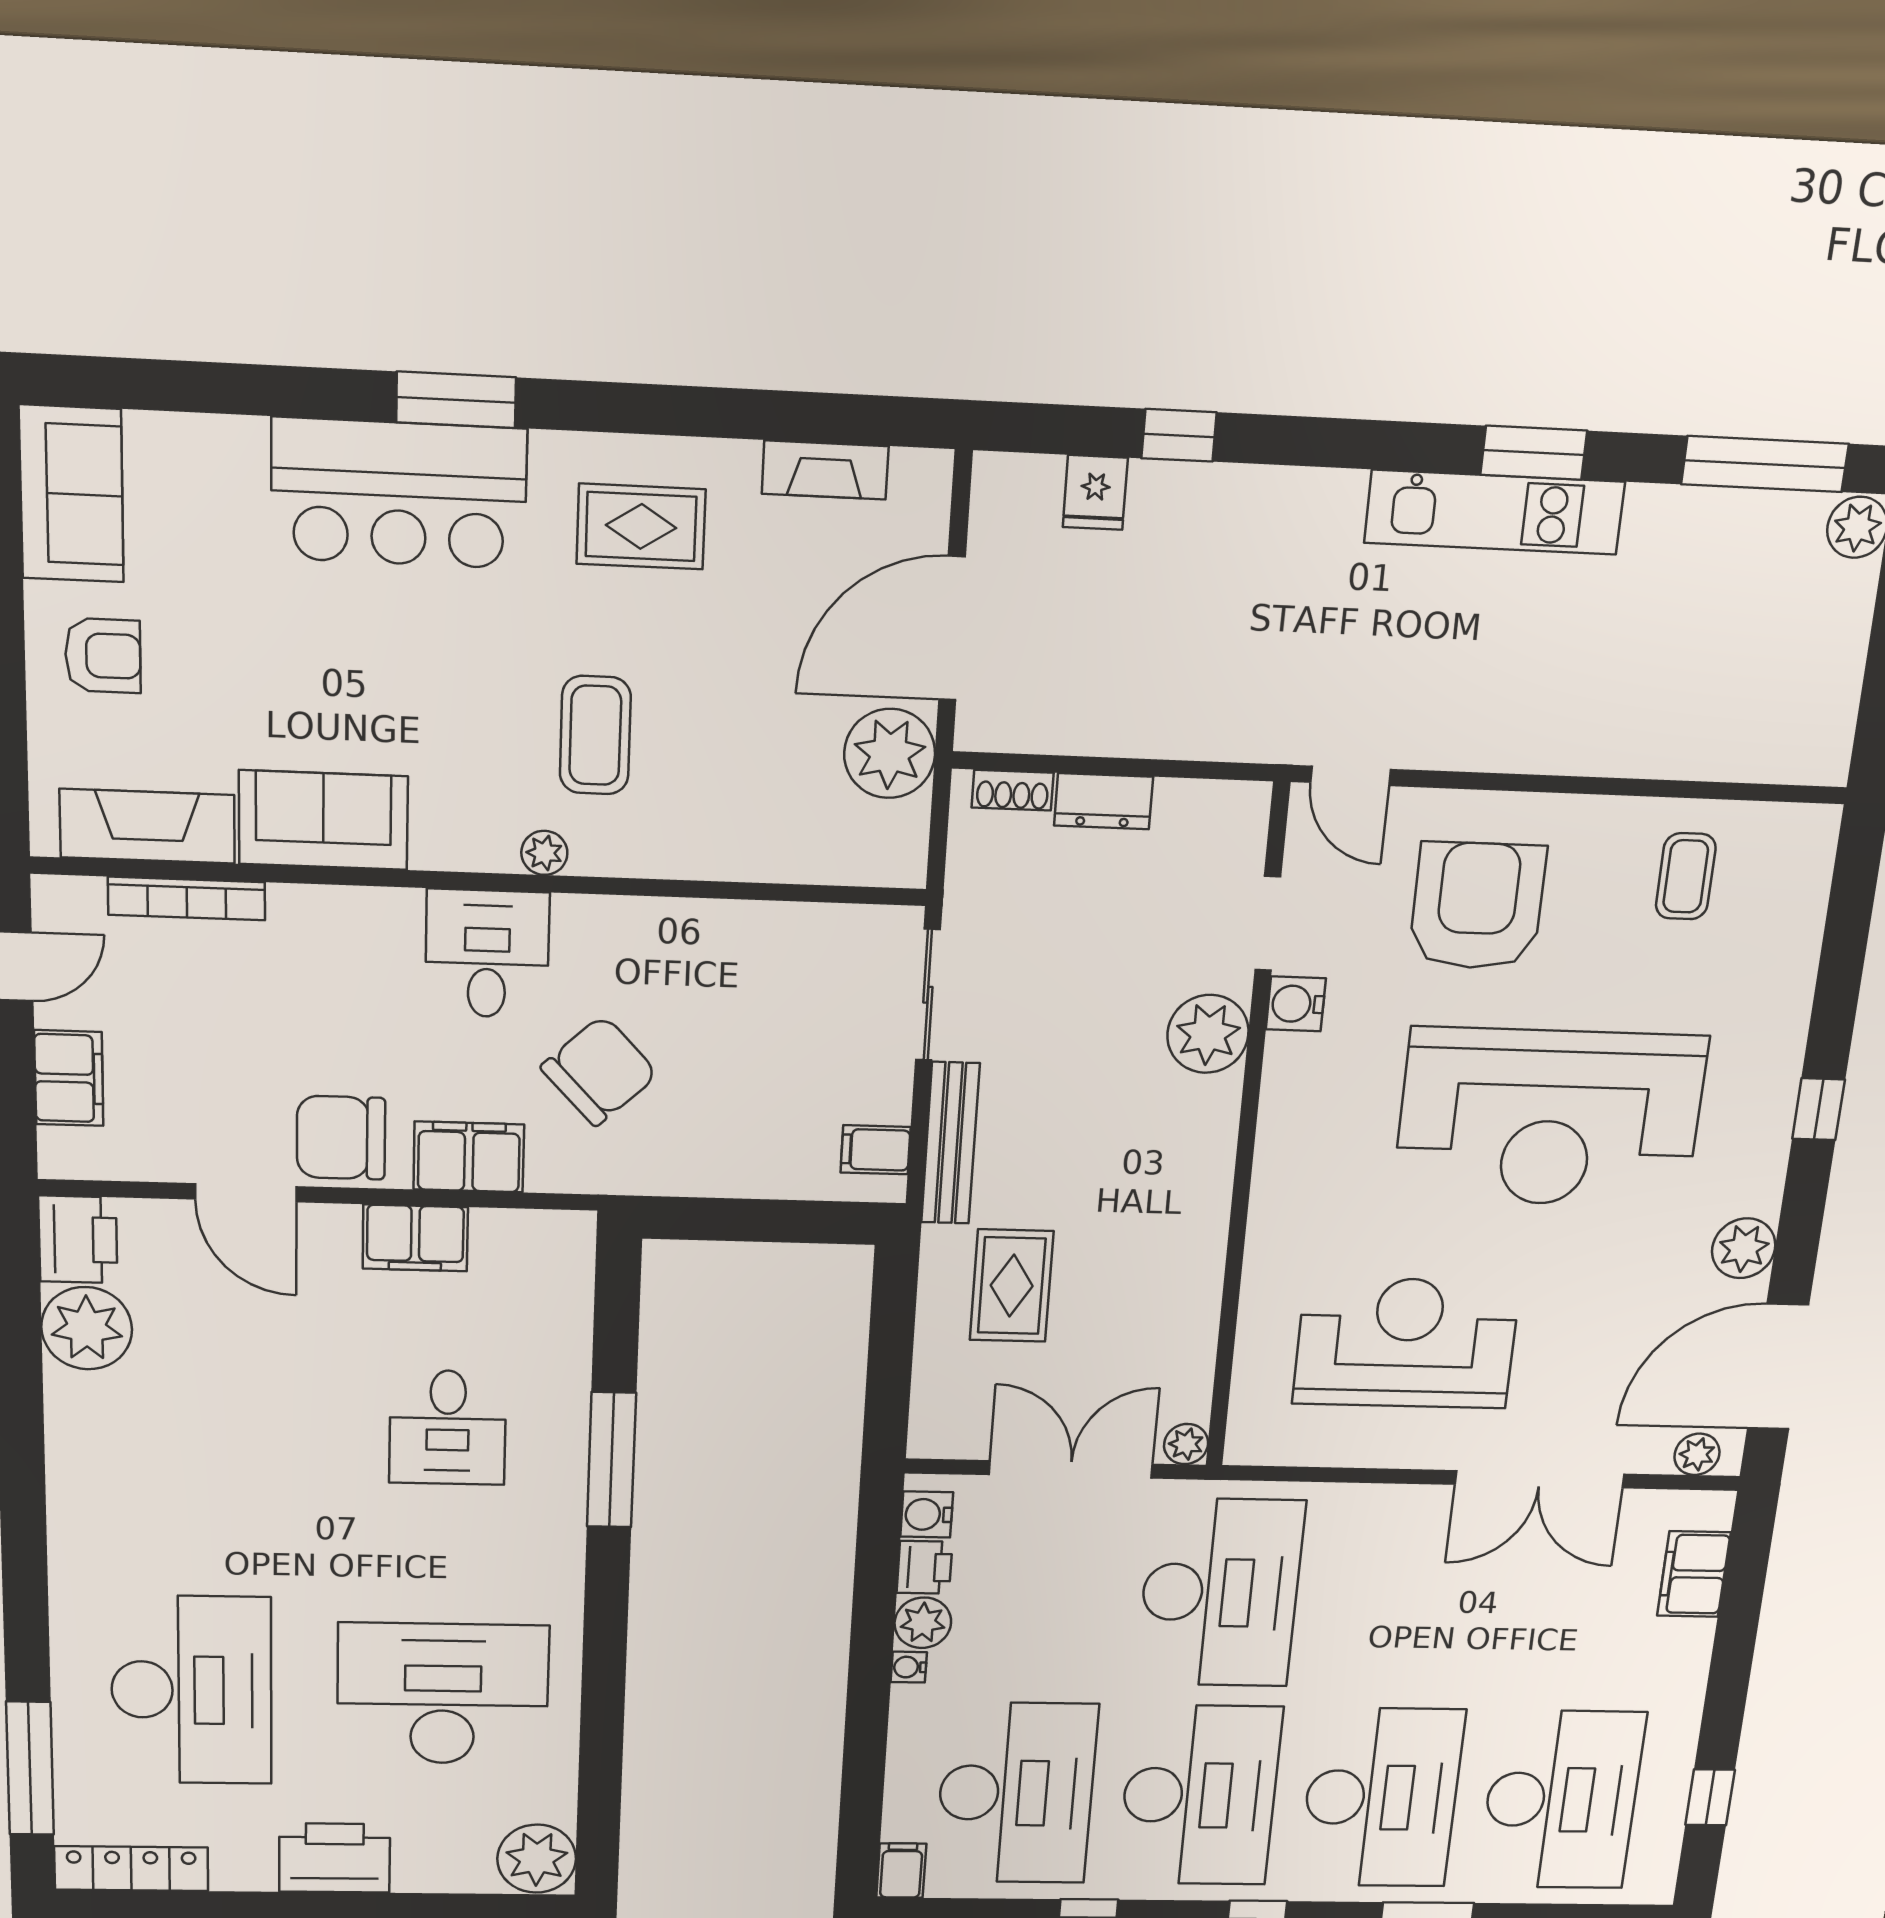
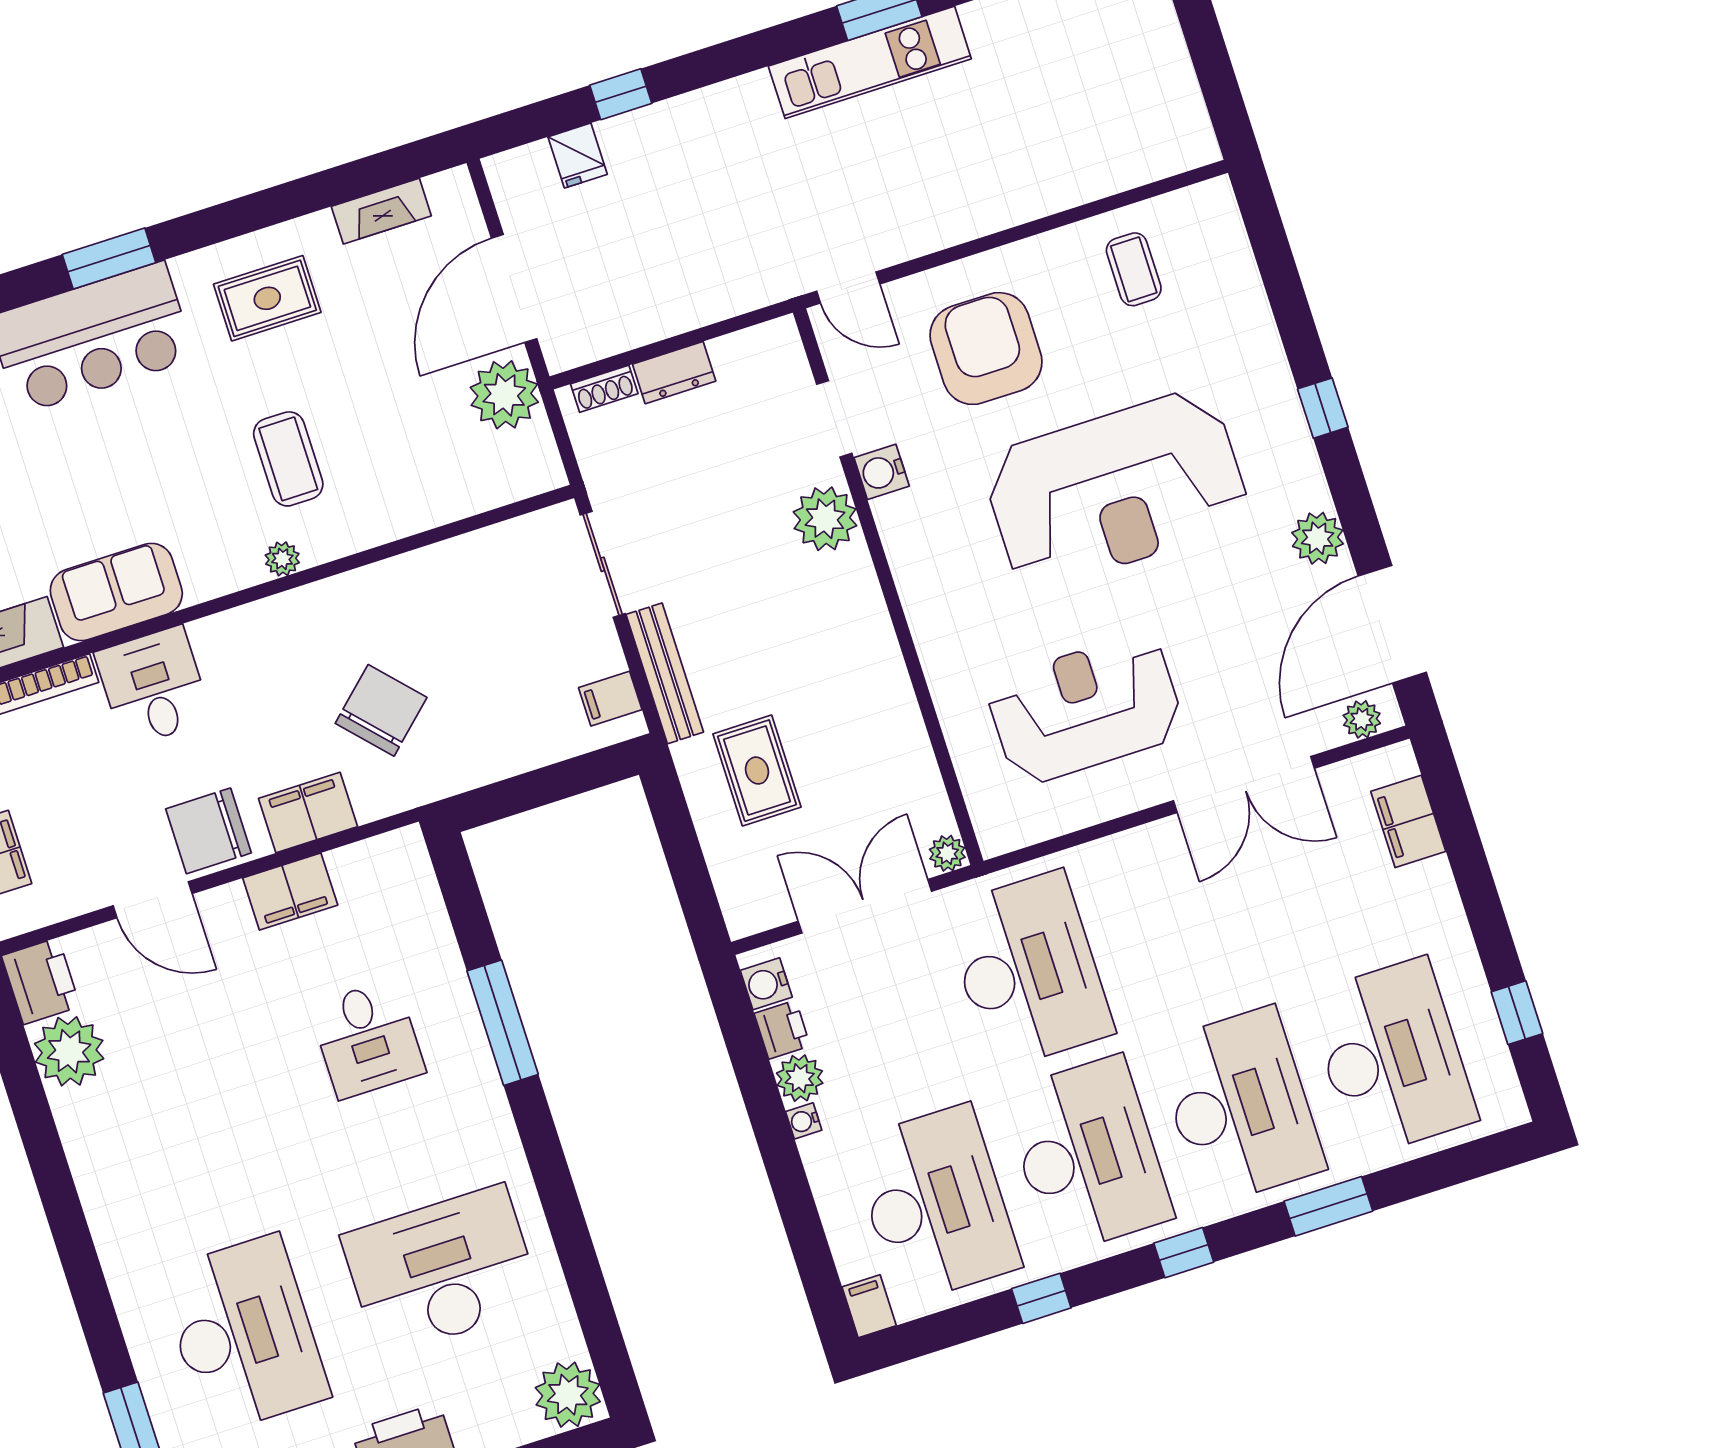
desk: (487, 954) -> (153, 686), moved

